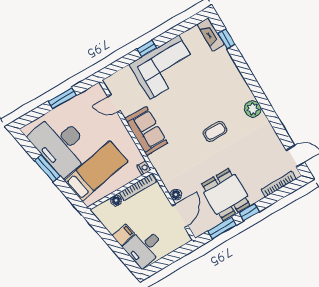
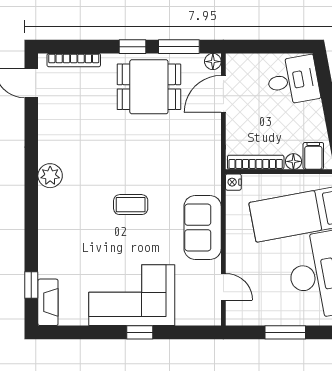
coffee table: (215, 131) -> (131, 205), moved
dining table: (226, 194) -> (149, 87), turned 90
floor lamp: (176, 195) -> (213, 62), moved
filing cabinet: (123, 235) -> (313, 156), moved, turned 101

